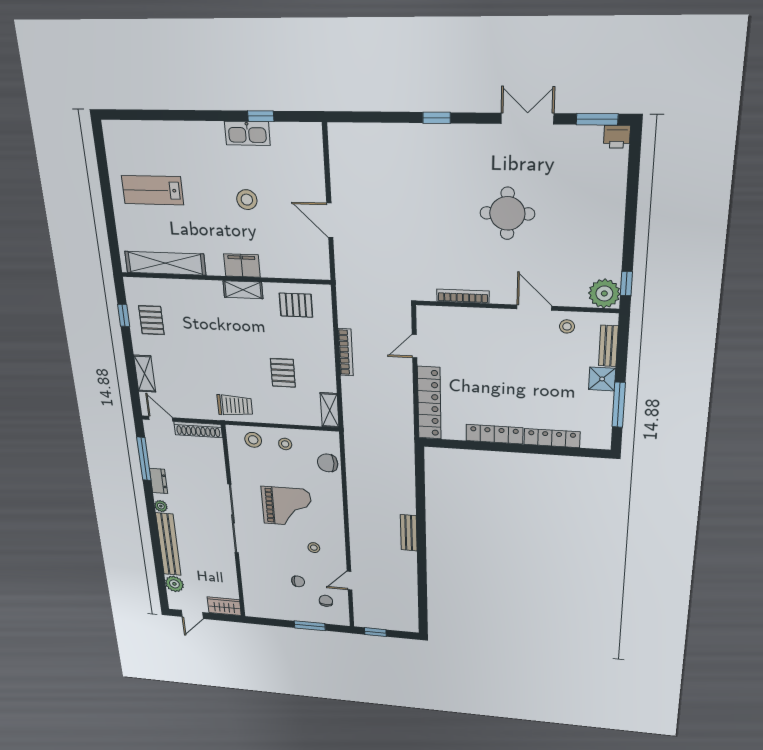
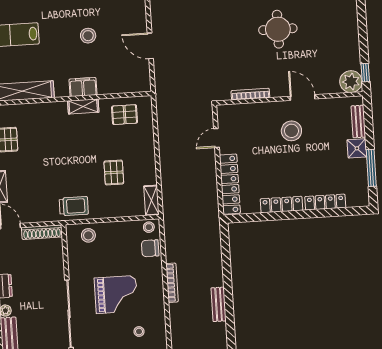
stool: (567, 326) -> (291, 131), moved, width x1.89, depth x1.89
bookcase: (346, 352) -> (172, 283), moved
stool: (285, 444) -> (149, 227), moved

